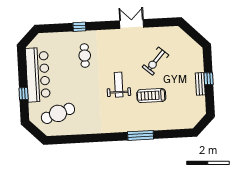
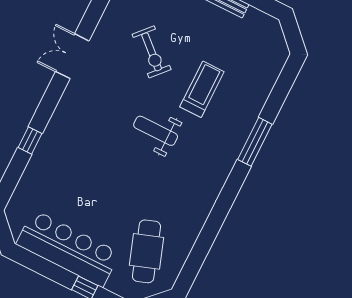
cafe table: (85, 56) -> (80, 158), removed
treadmill: (151, 96) -> (202, 89), turned 180

